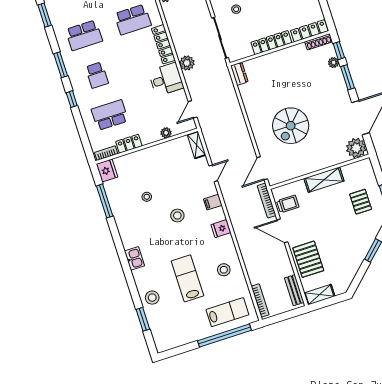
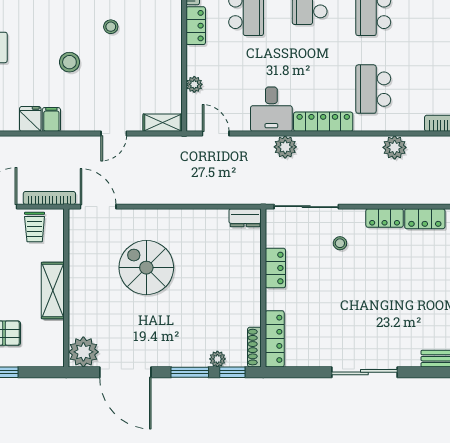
locker: (271, 43) -> (275, 268), width x0.66
door: (213, 173) -> (114, 134), hinge flipped
filing cabinet: (213, 202) -> (51, 119), moved

